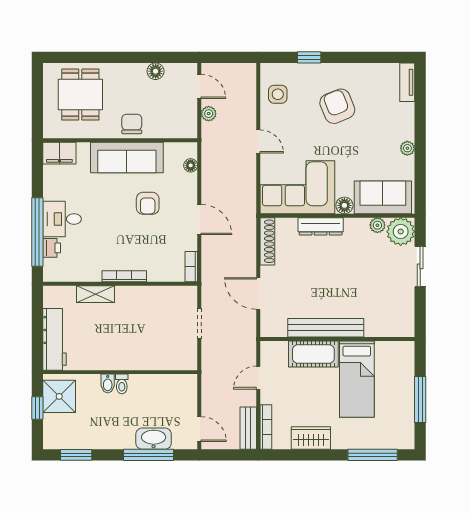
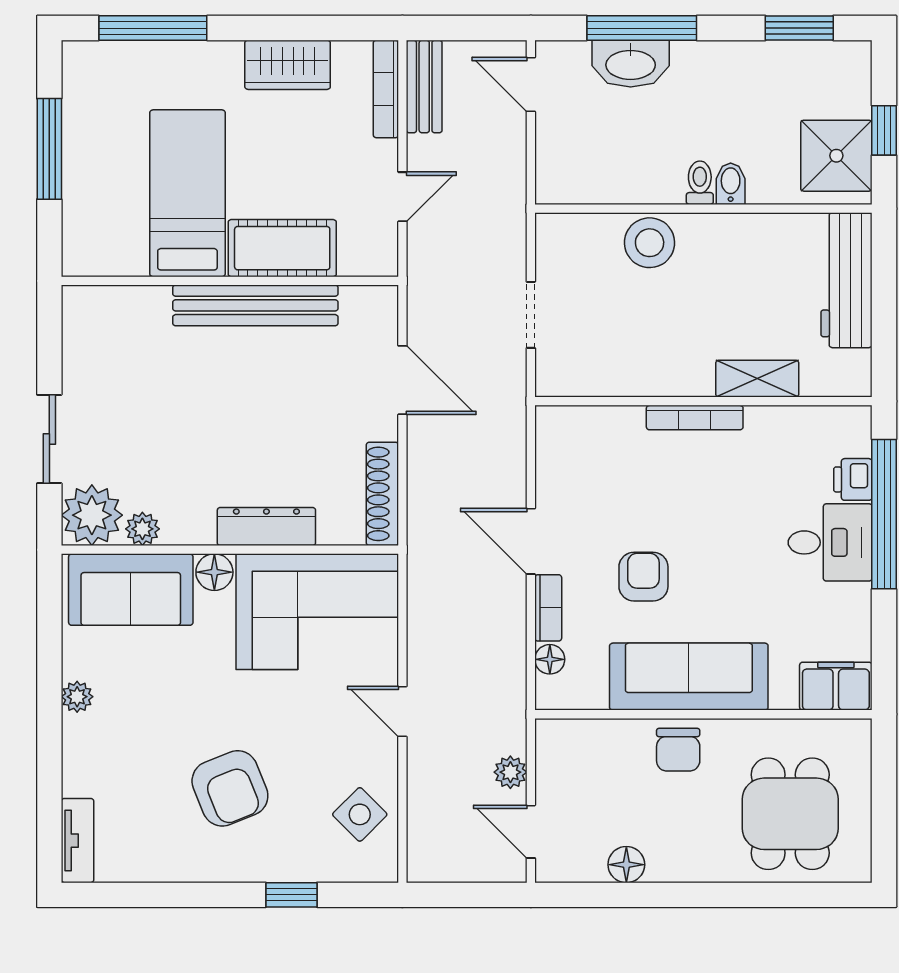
side table: (278, 94) -> (360, 814), turned 45
bookcase: (191, 267) -> (548, 608), moved
stool: (145, 356) -> (650, 243), added

